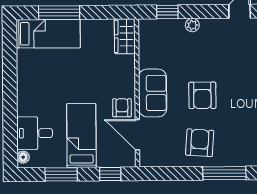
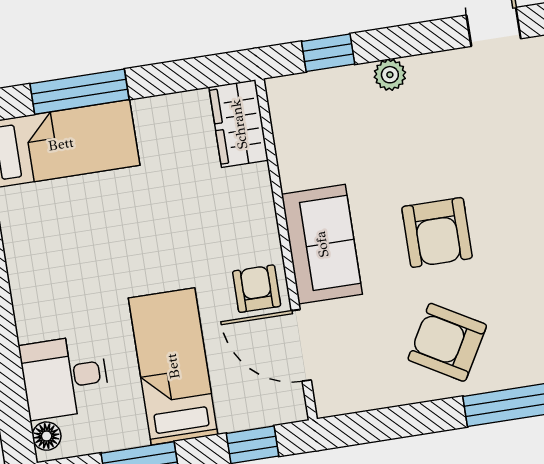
armchair: (200, 143) -> (447, 342), turned -64

